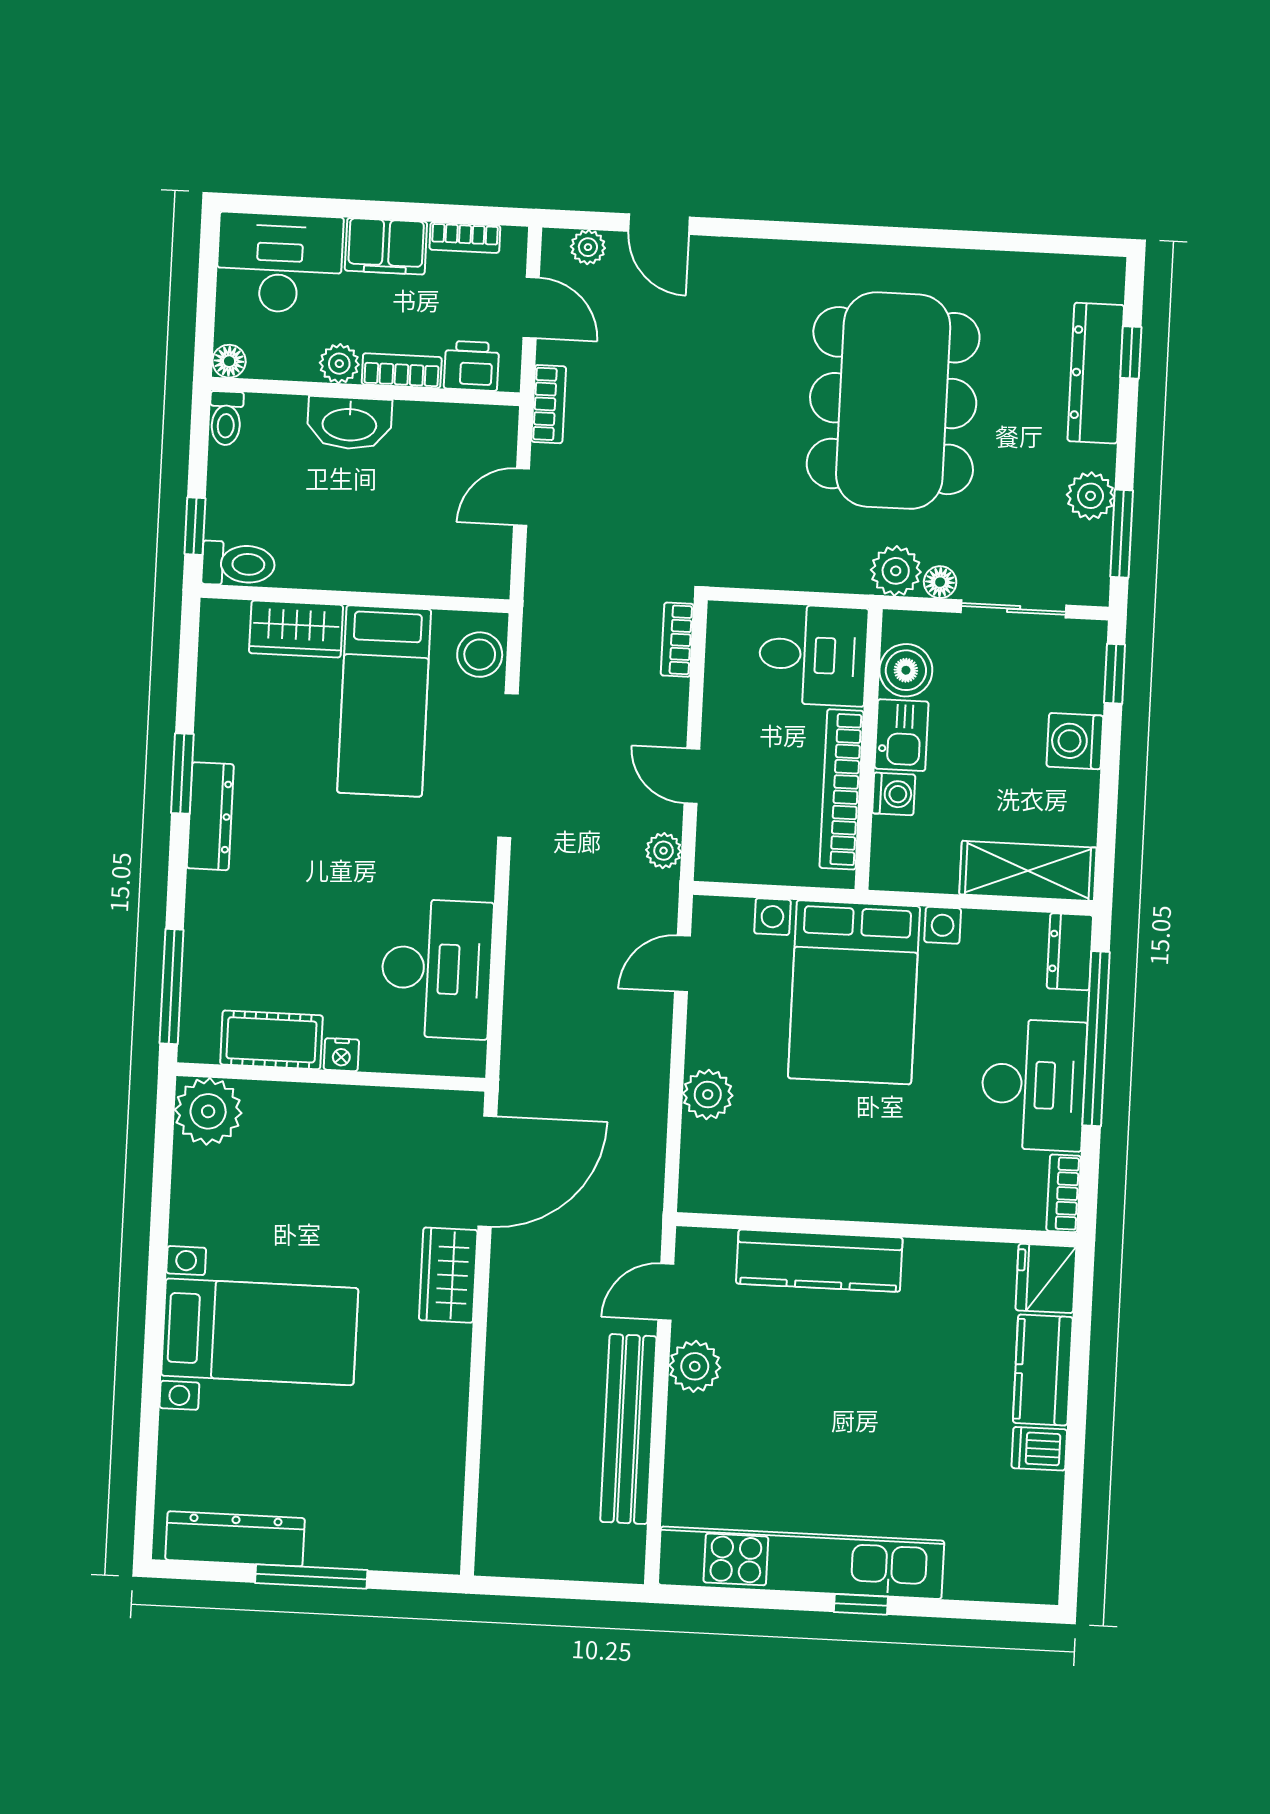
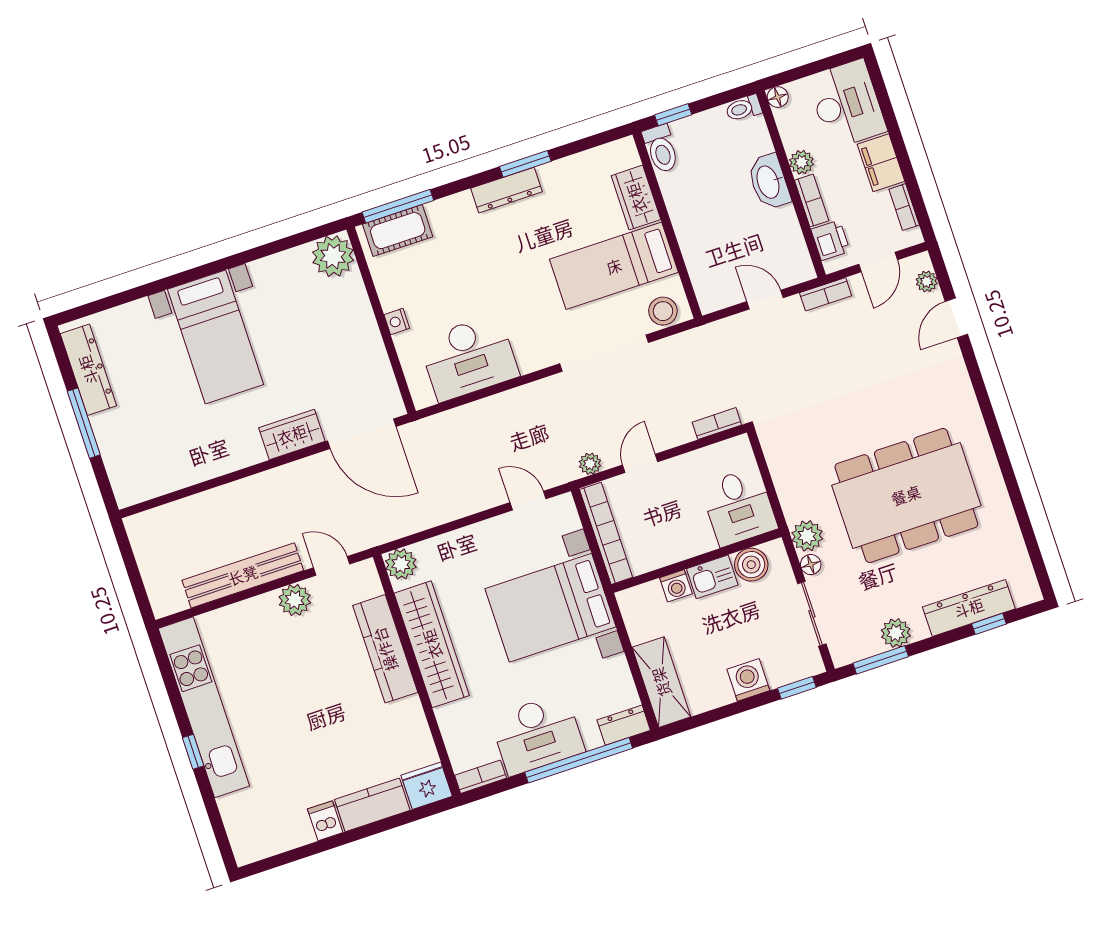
bookcase: (842, 789) -> (606, 533), moved, turned 90
cot: (271, 1040) -> (398, 231), moved, turned 90
plant: (708, 1094) -> (401, 564), moved
wardrobe: (839, 1189) -> (432, 644), added

